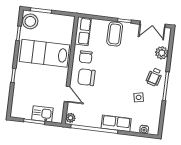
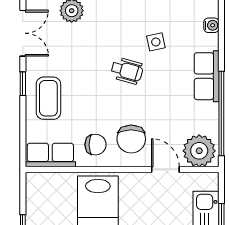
coffee table: (115, 34) -> (48, 98), turned 90
wheelchair: (154, 77) -> (127, 71), moved
door: (67, 94) -> (165, 170), hinge flipped
plant: (70, 118) -> (199, 151), width x1.87, depth x1.87

